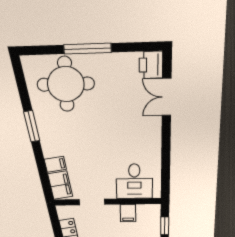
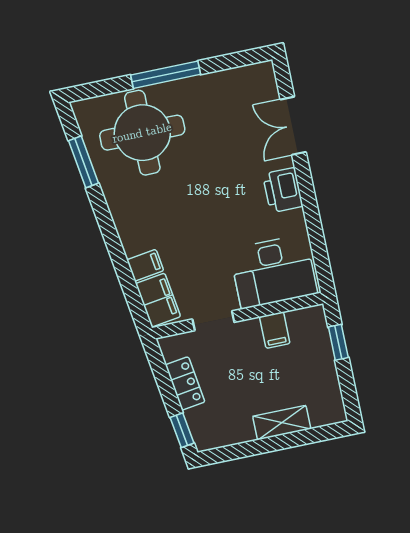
printer: (151, 65) -> (283, 190), moved
window: (32, 126) -> (84, 162), moved
desk: (134, 181) -> (273, 271), width x1.37

